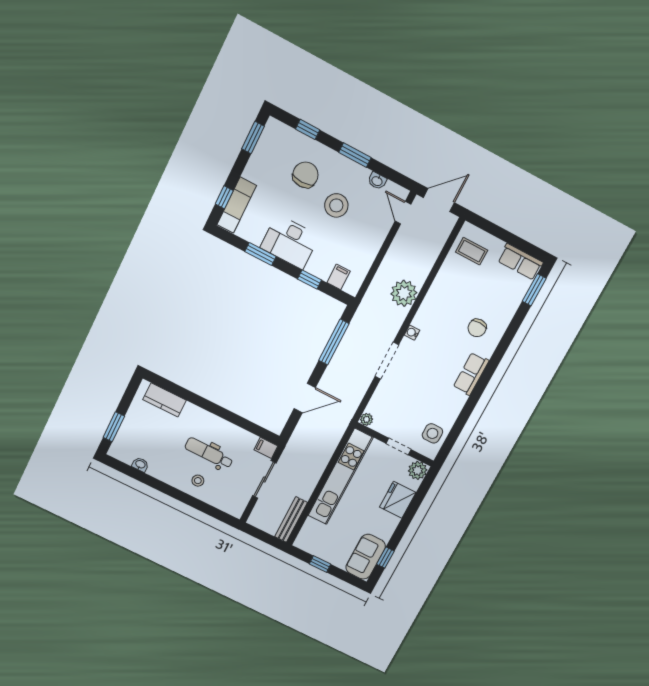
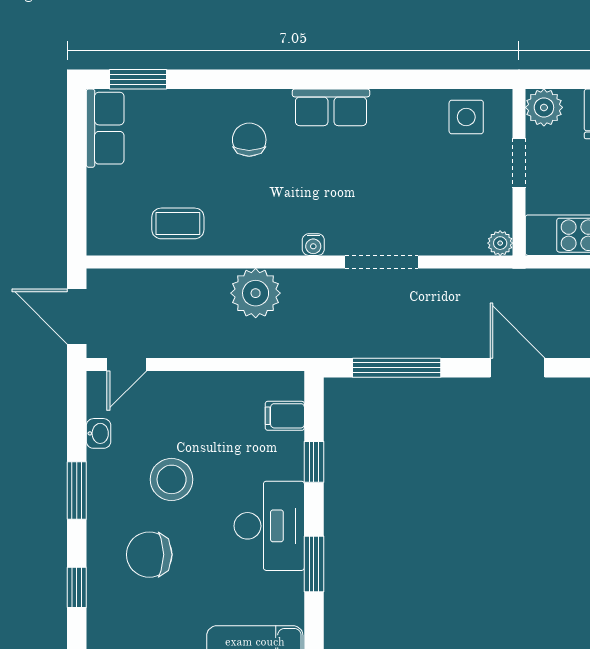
coffee table: (472, 251) -> (178, 223), moved, turned 90
chair: (477, 328) -> (249, 140), turned -90

